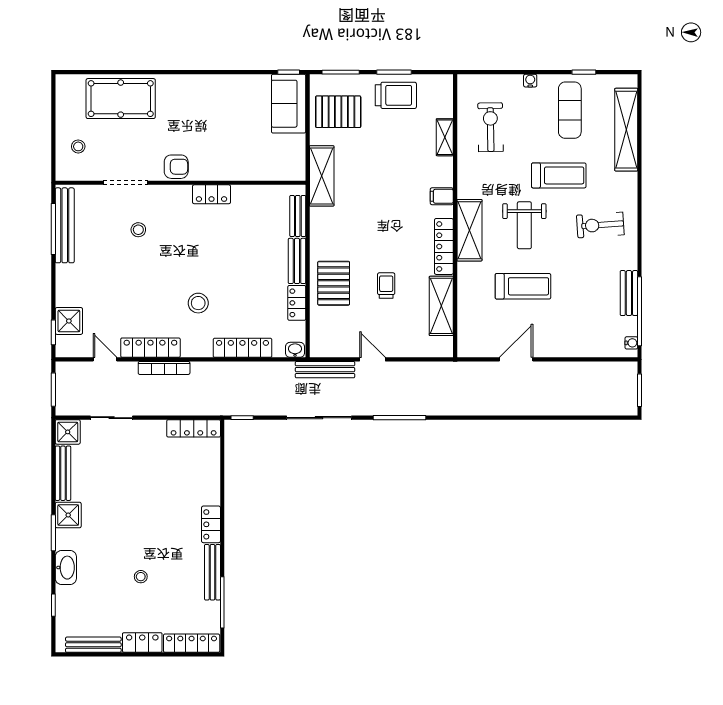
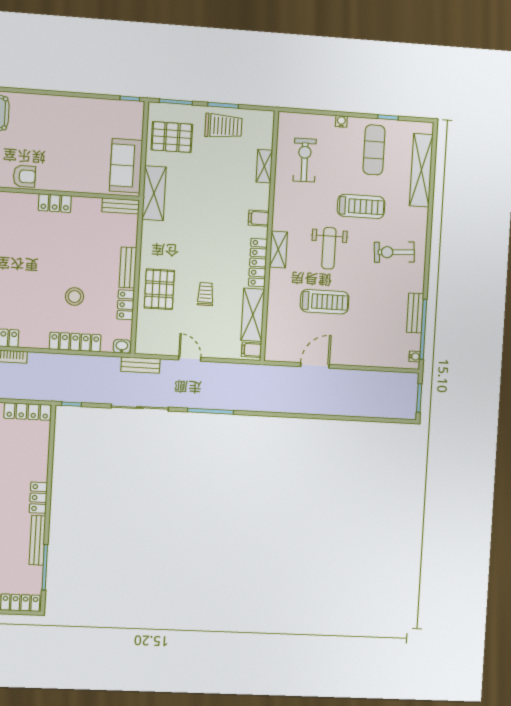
sofa: (289, 104) -> (126, 166), moved
bench: (298, 216) -> (121, 206), moved, turned 90
shelving: (469, 230) -> (278, 249), width x0.67, depth x0.75
stool: (198, 303) -> (74, 297), moved
filing cabinet: (442, 346) -> (251, 350), added
bench: (325, 370) -> (140, 365), width x0.73

